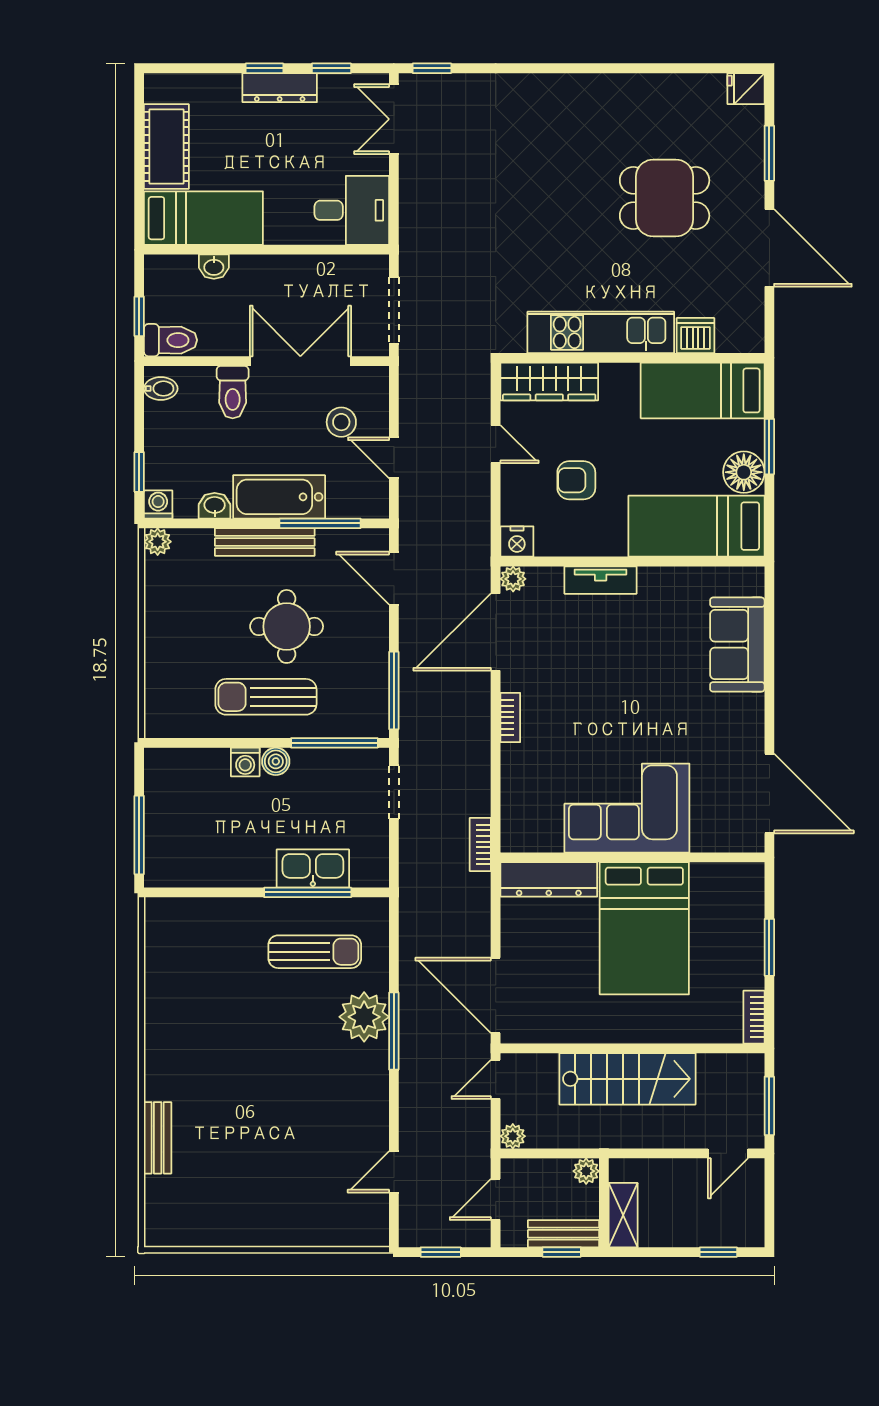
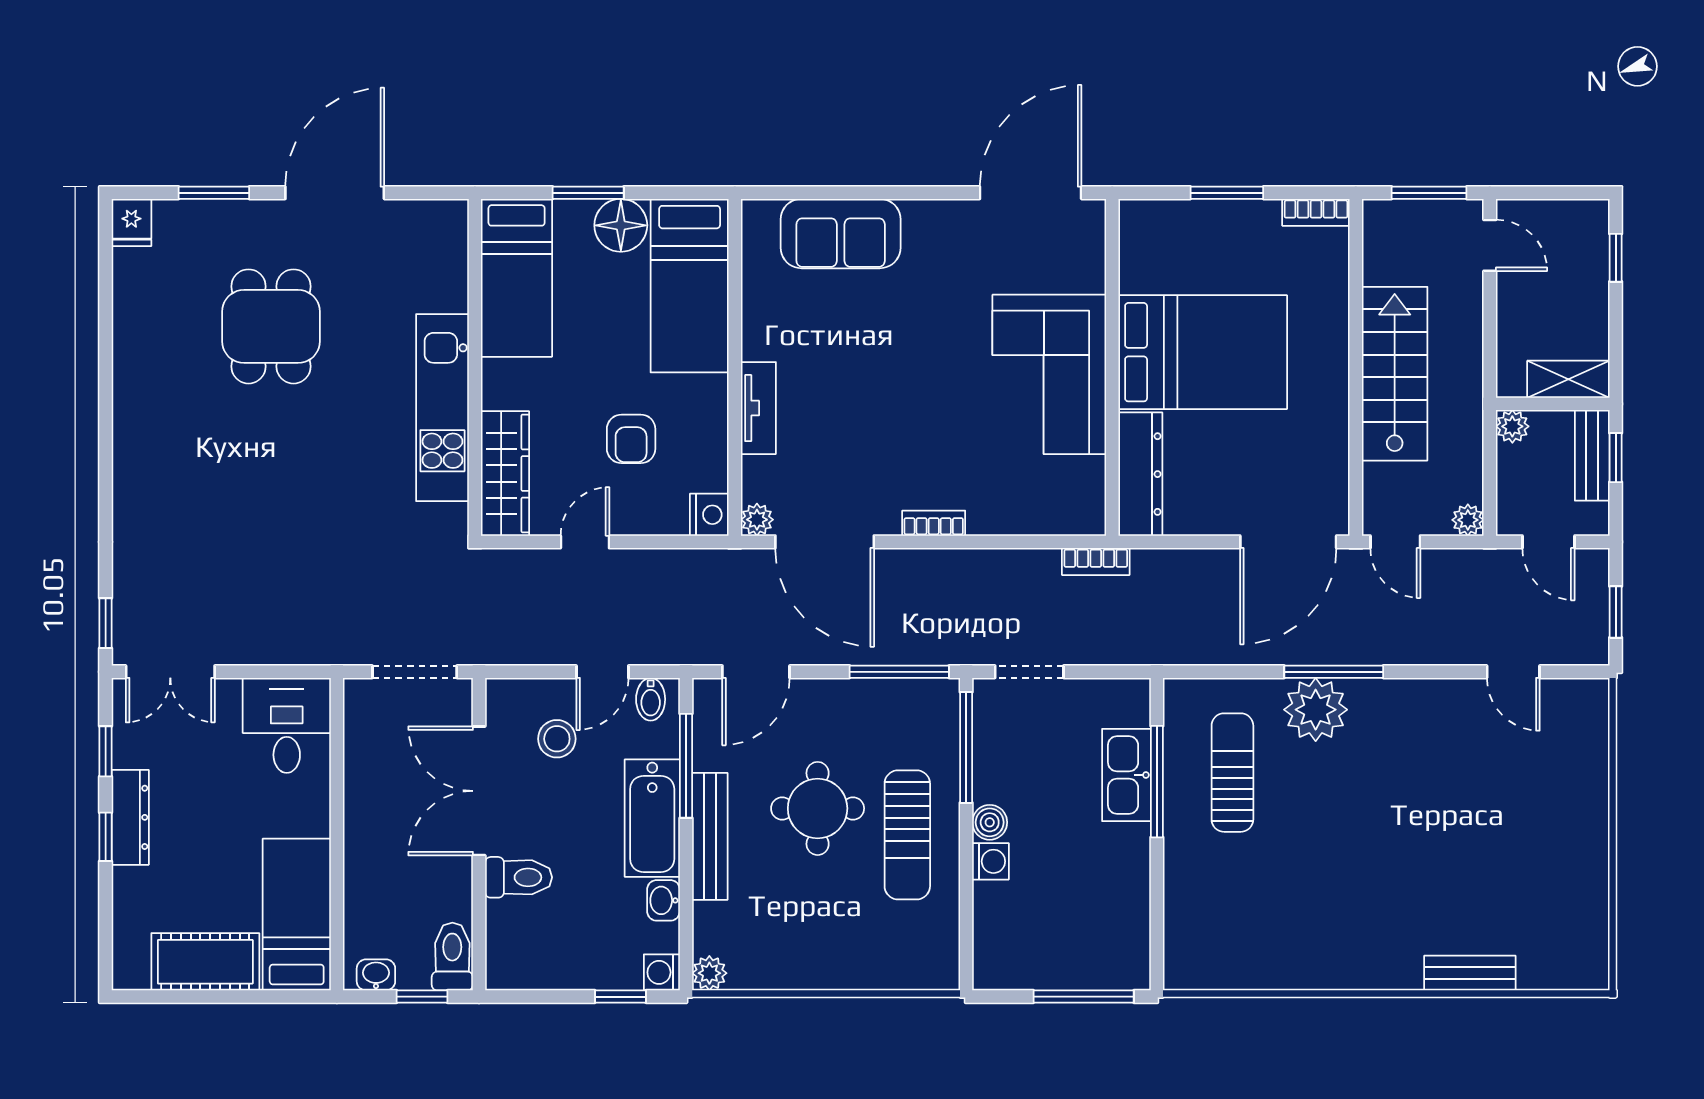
washbasin: (214, 267) -> (376, 975), moved, turned -90
dishwasher: (696, 335) -> (446, 287), removed
bidet: (161, 389) -> (651, 699), moved, turned 180

